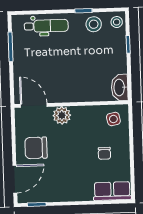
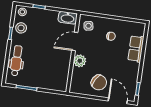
door: (34, 105) -> (75, 41), moved
chair: (36, 148) -> (99, 82), turned -60
row of seats: (112, 191) -> (136, 49), moved

